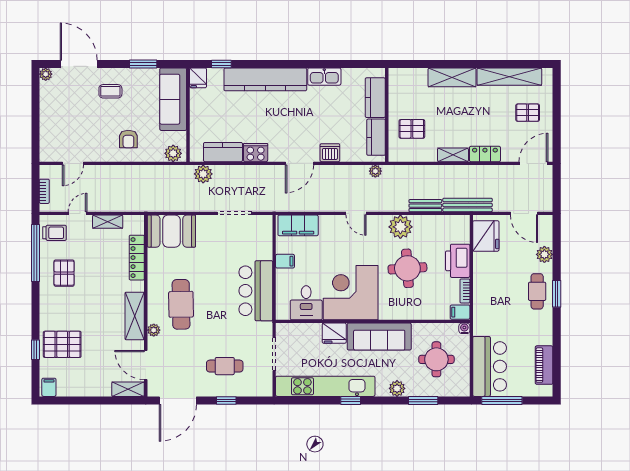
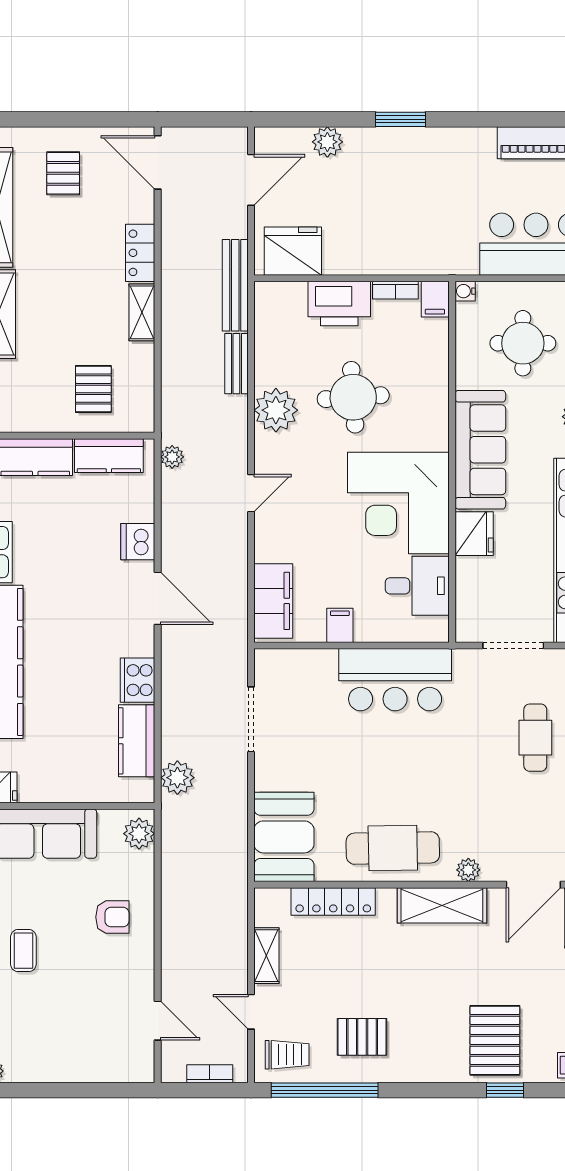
trolley: (55, 233) -> (287, 1055), turned 90
cafe table: (537, 291) -> (396, 156), removed
cafe table: (181, 304) -> (393, 848), moved

